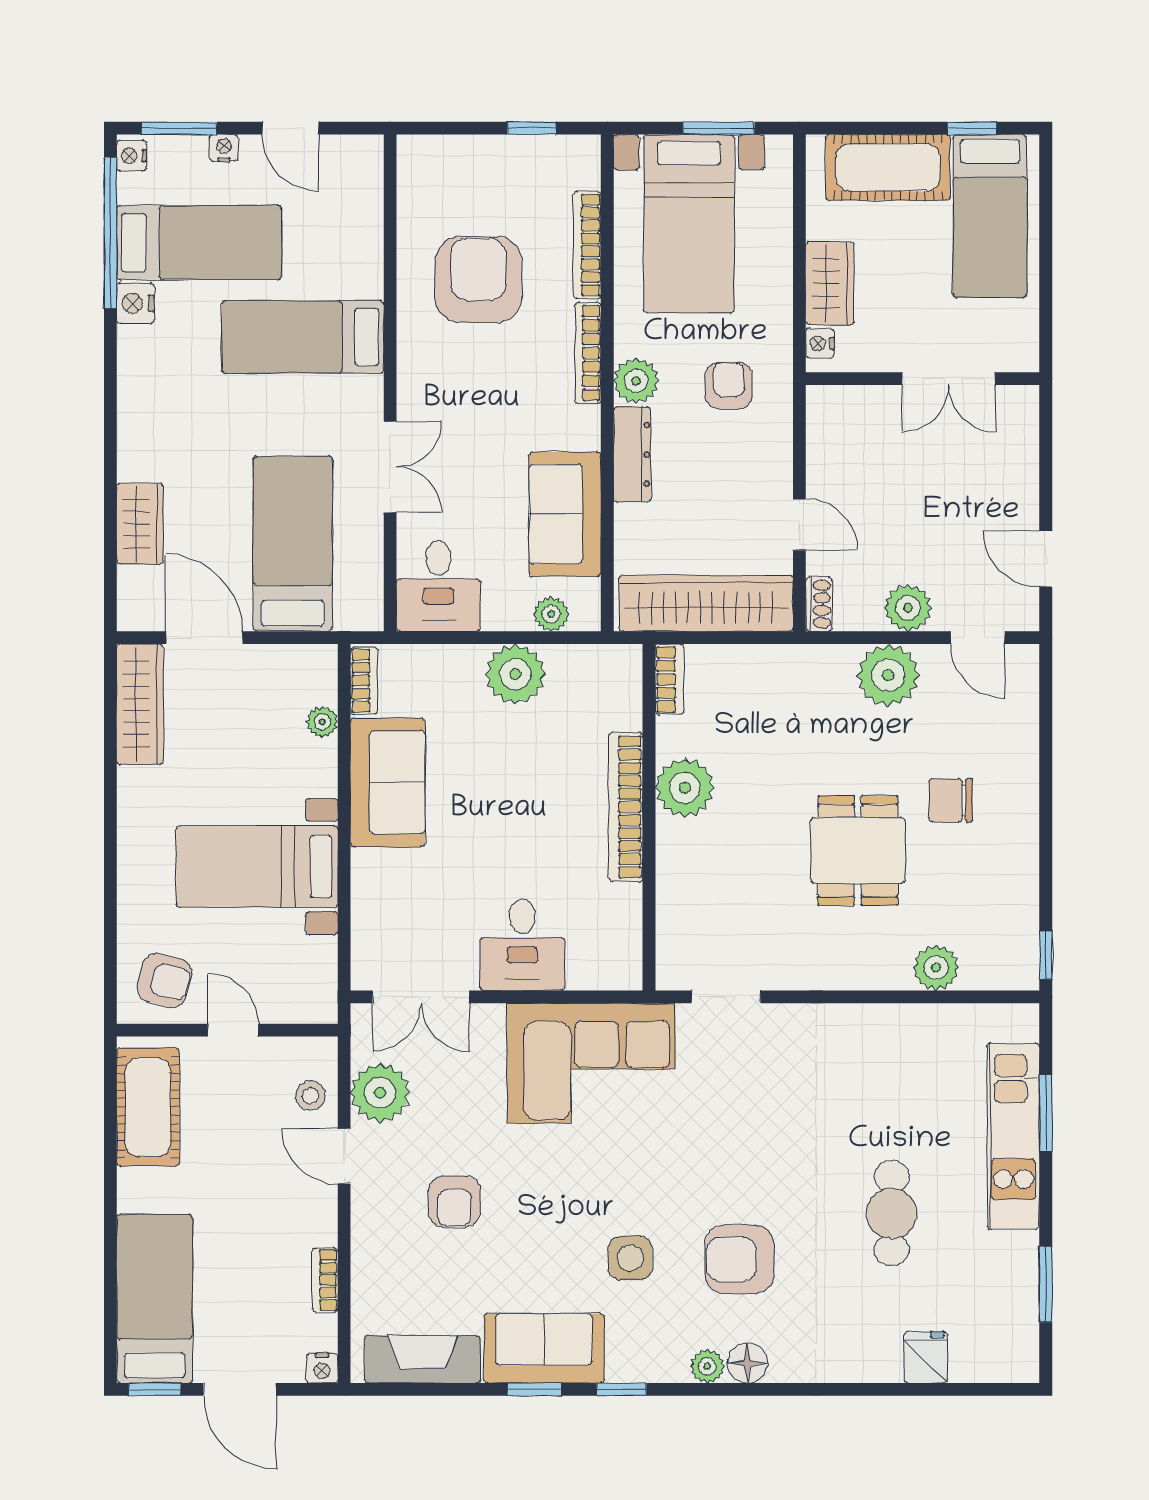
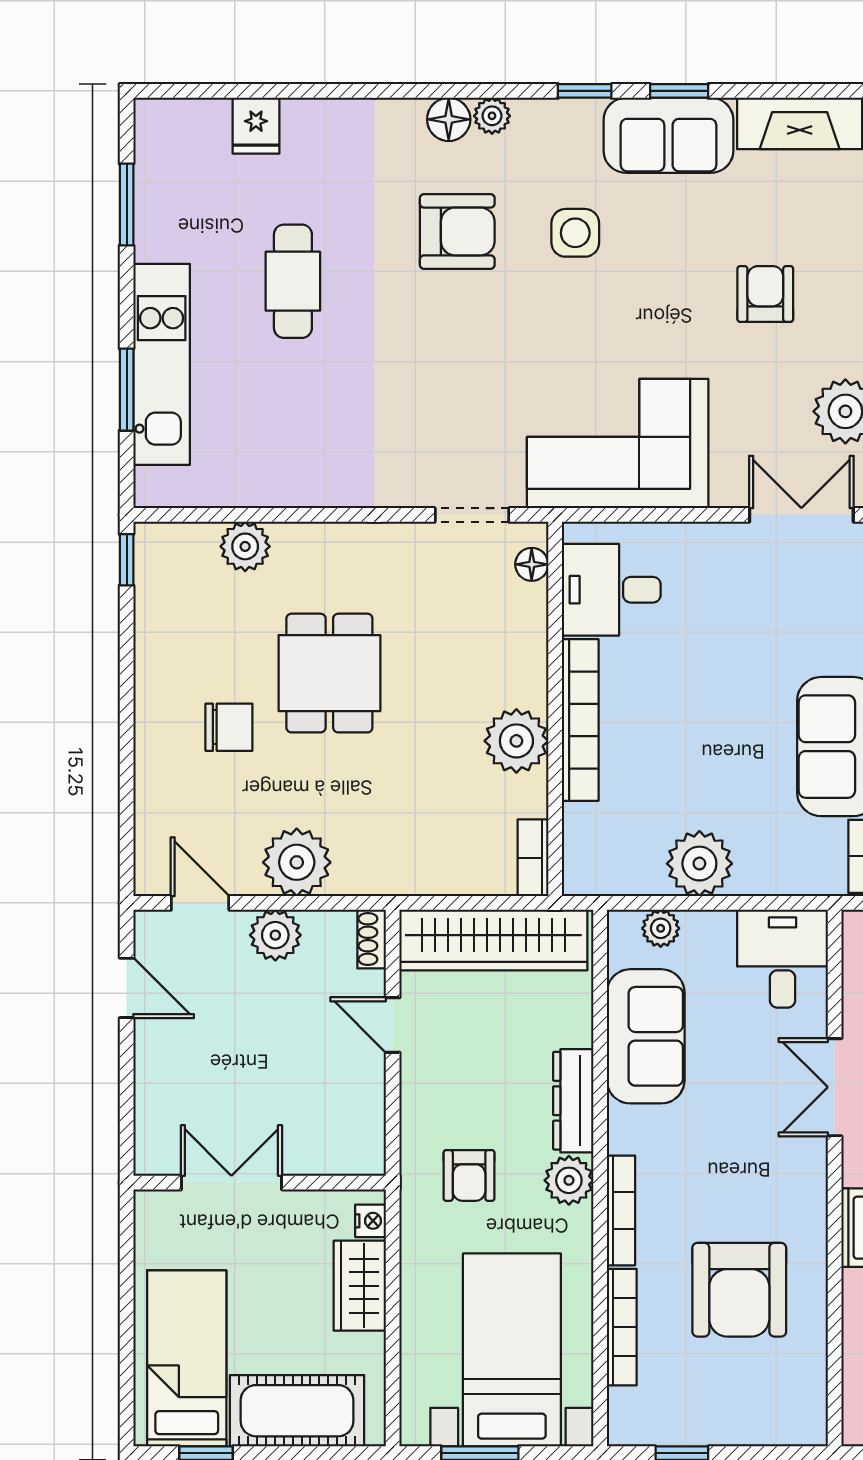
desk: (522, 945) -> (611, 590), moved, turned -90
floor lamp: (671, 951) -> (532, 564), added

